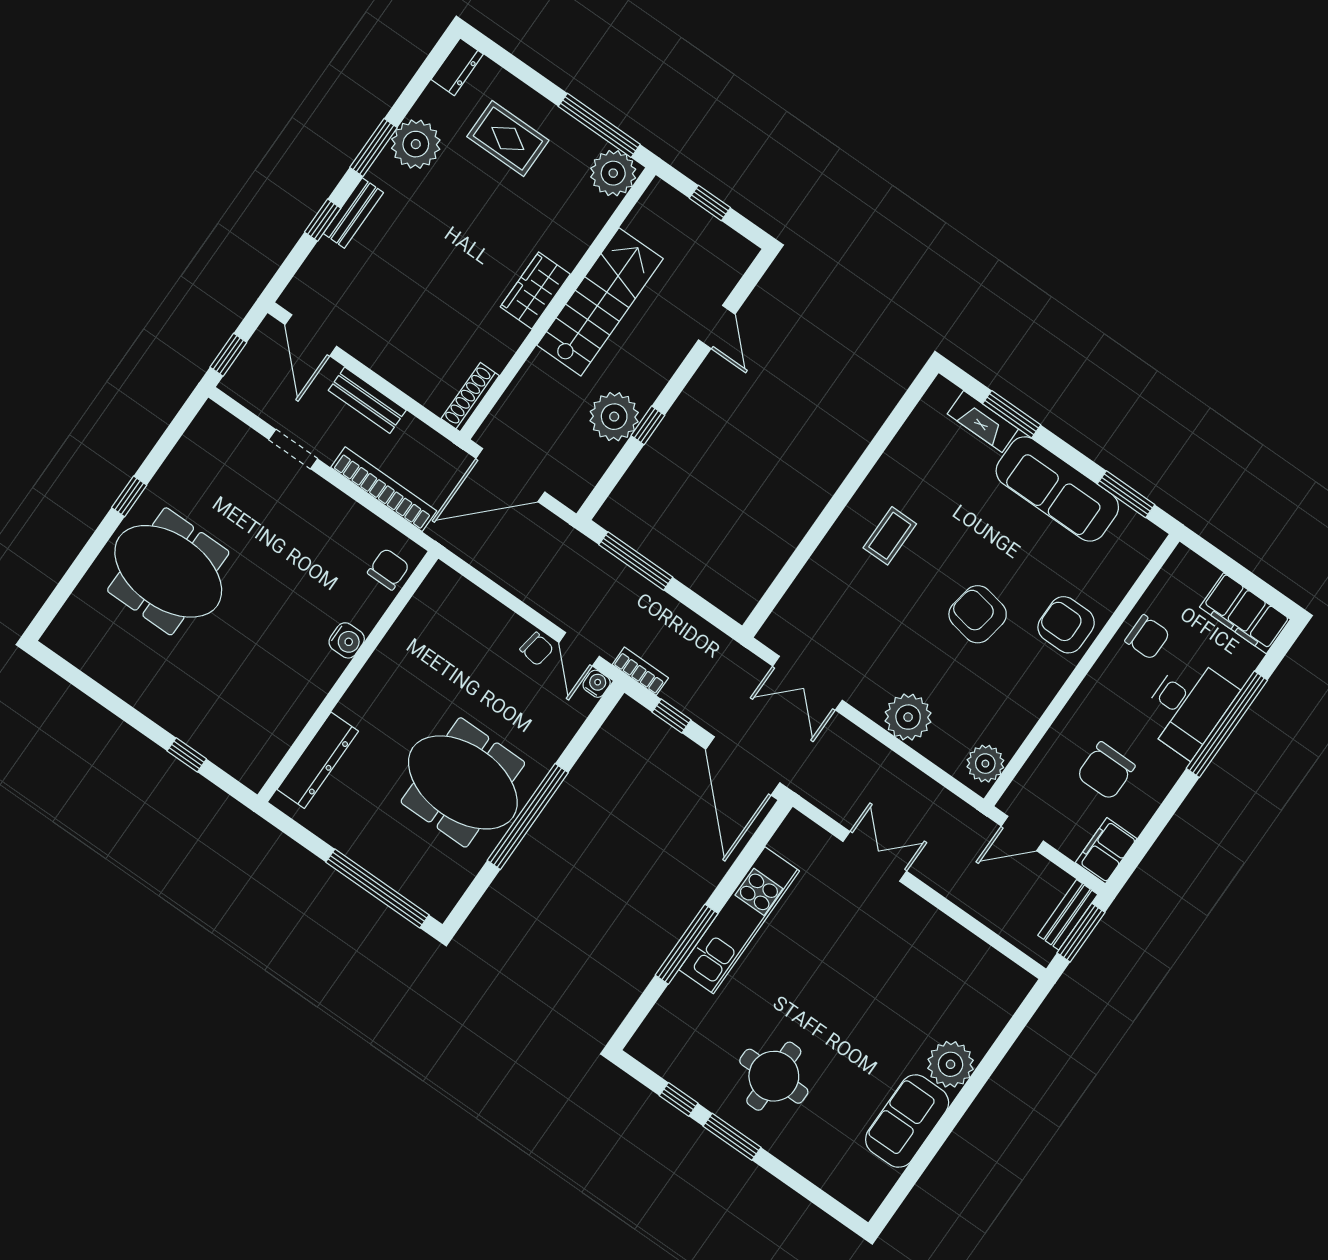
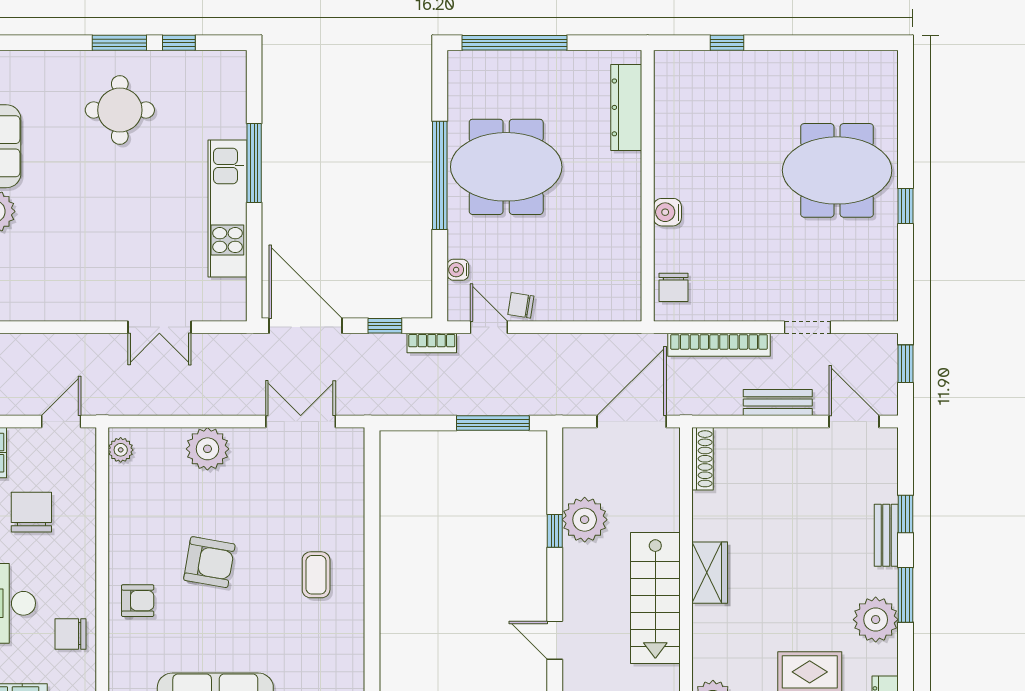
armchair: (1066, 625) -> (138, 601), width x0.72, depth x0.72
water cooler: (597, 684) -> (458, 270), moved, turned 90
plant: (985, 764) -> (121, 450), width x0.73, depth x0.73

